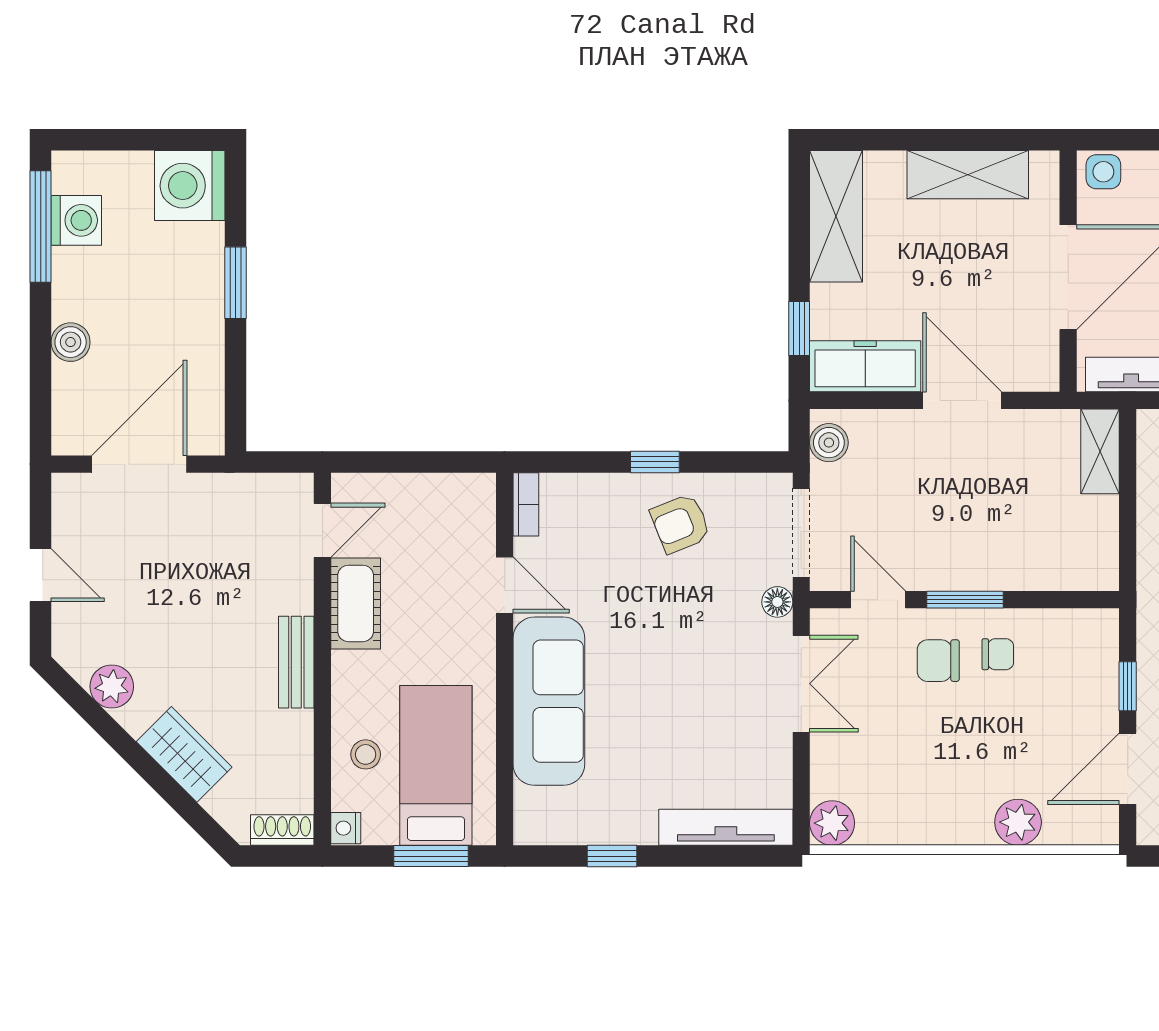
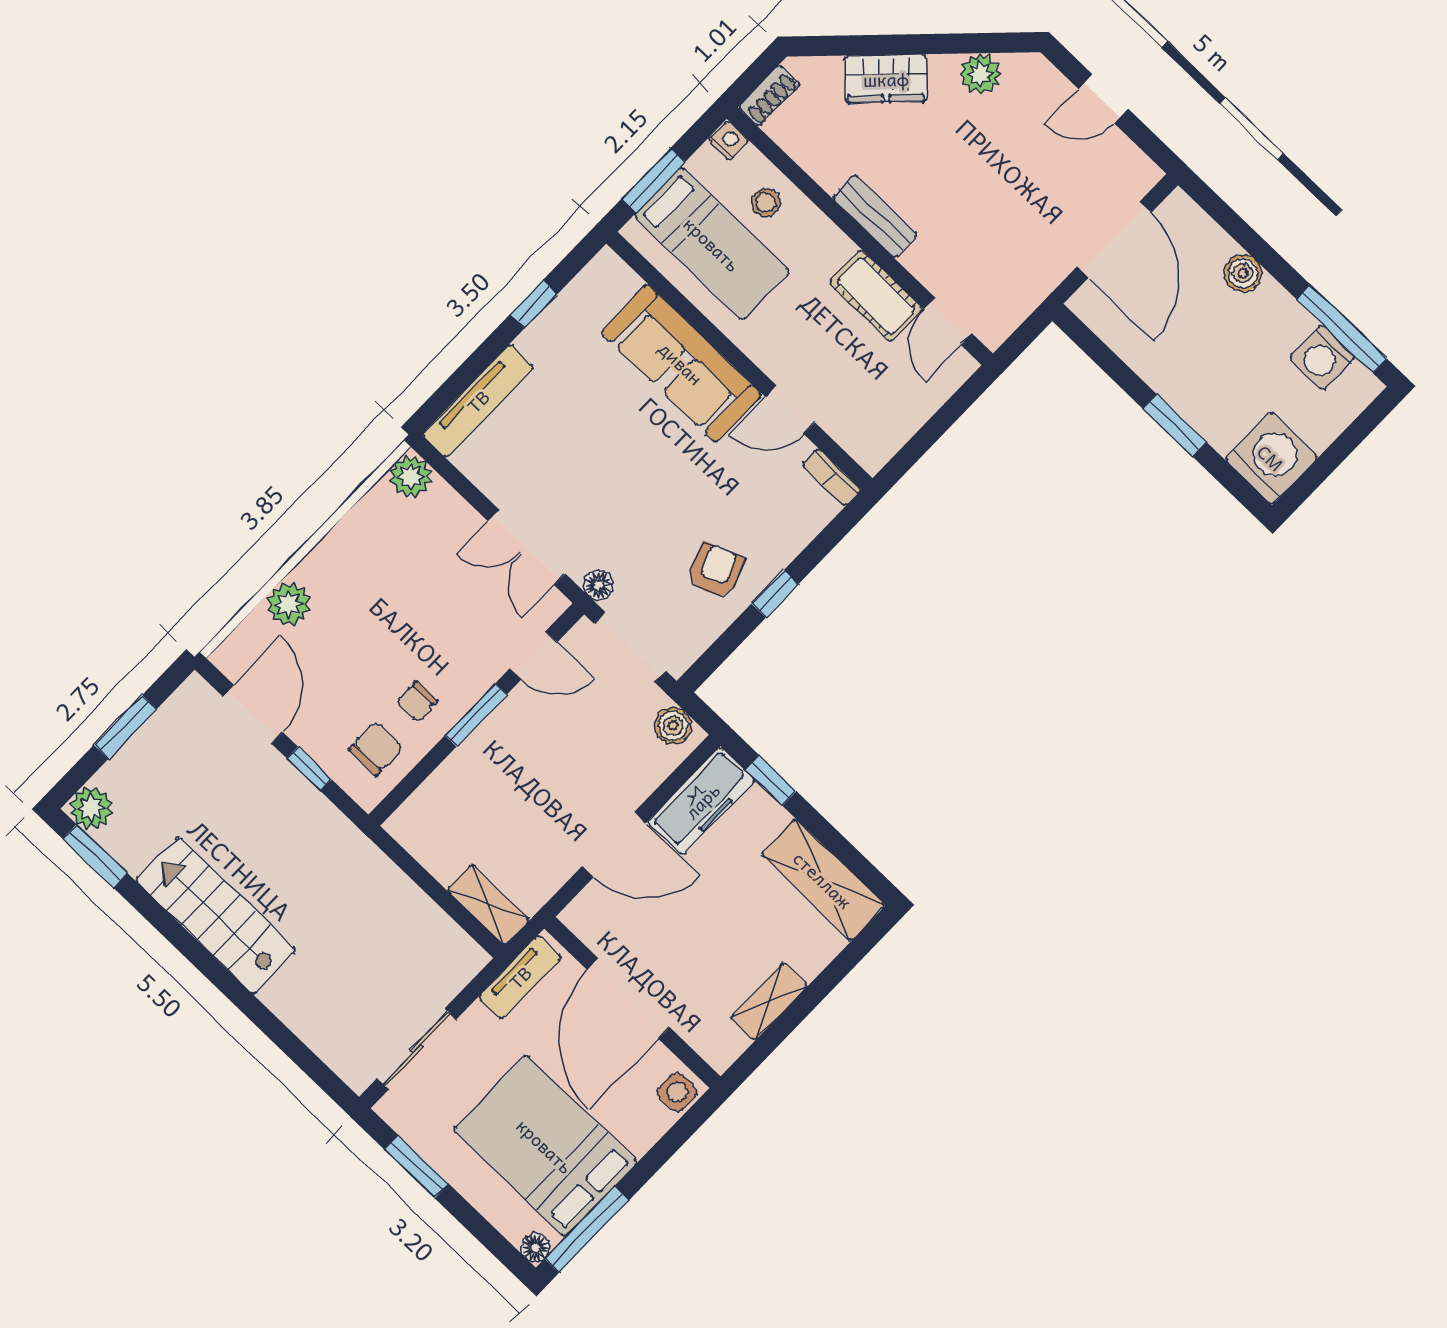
shelving: (968, 175) -> (769, 1001), width x0.67, depth x0.75
chair: (938, 661) -> (376, 748), moved

